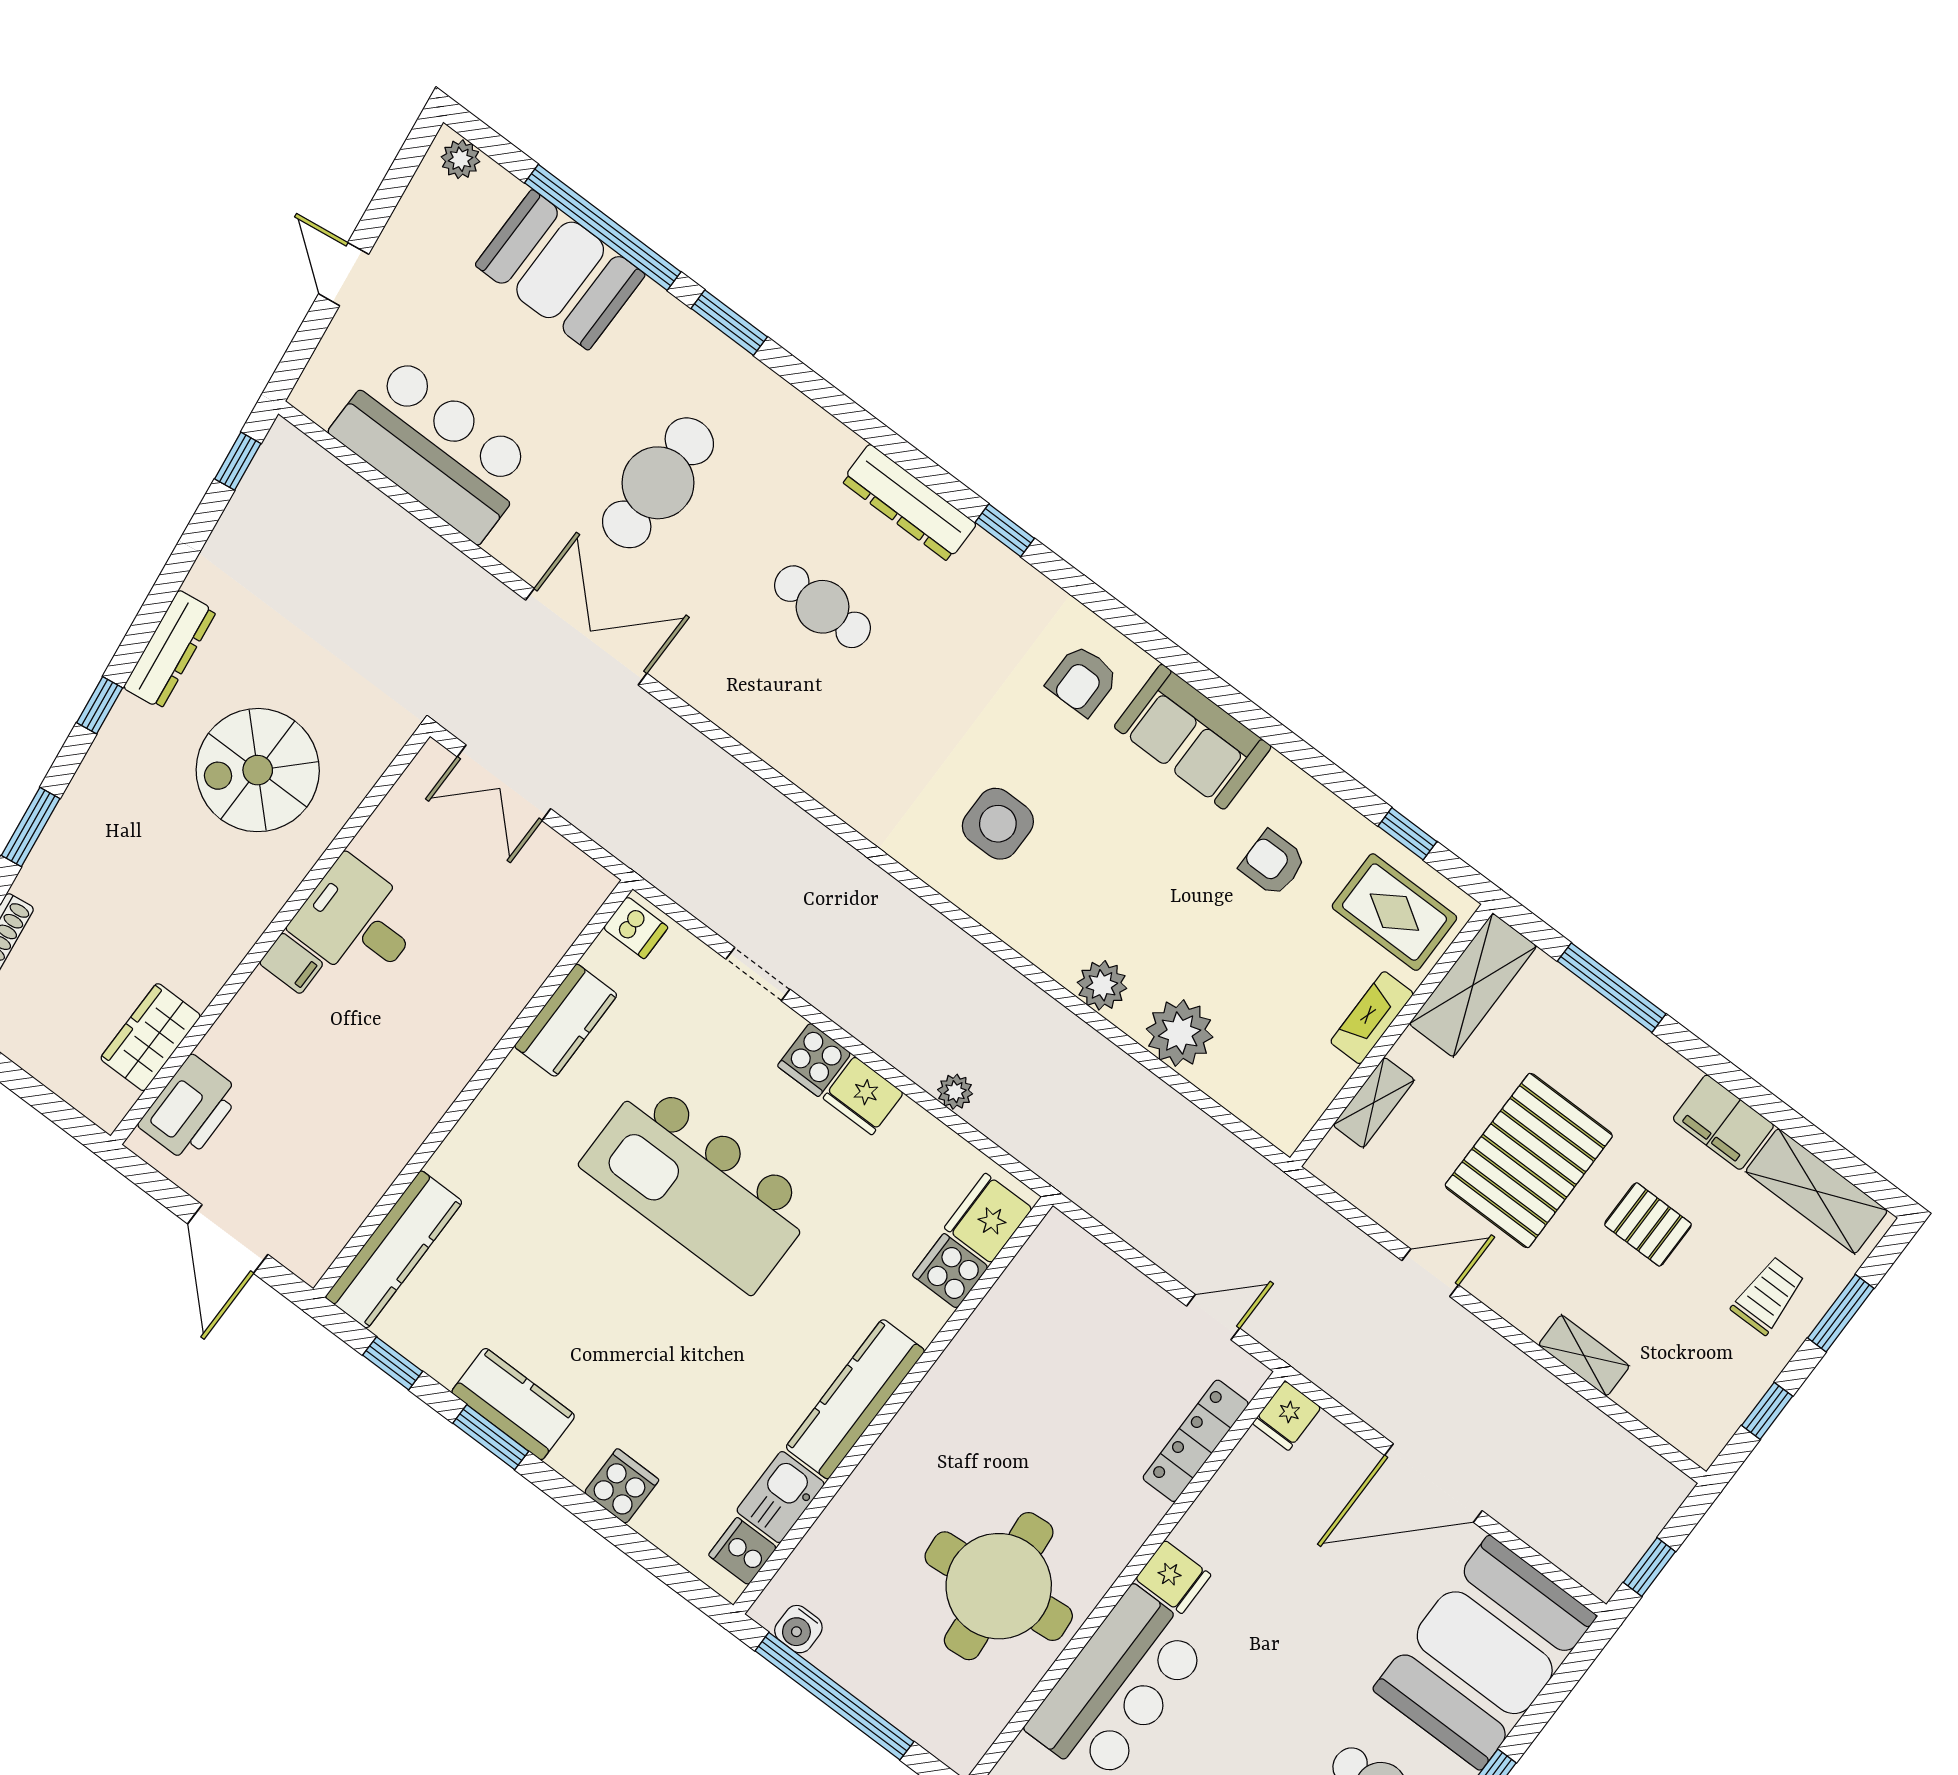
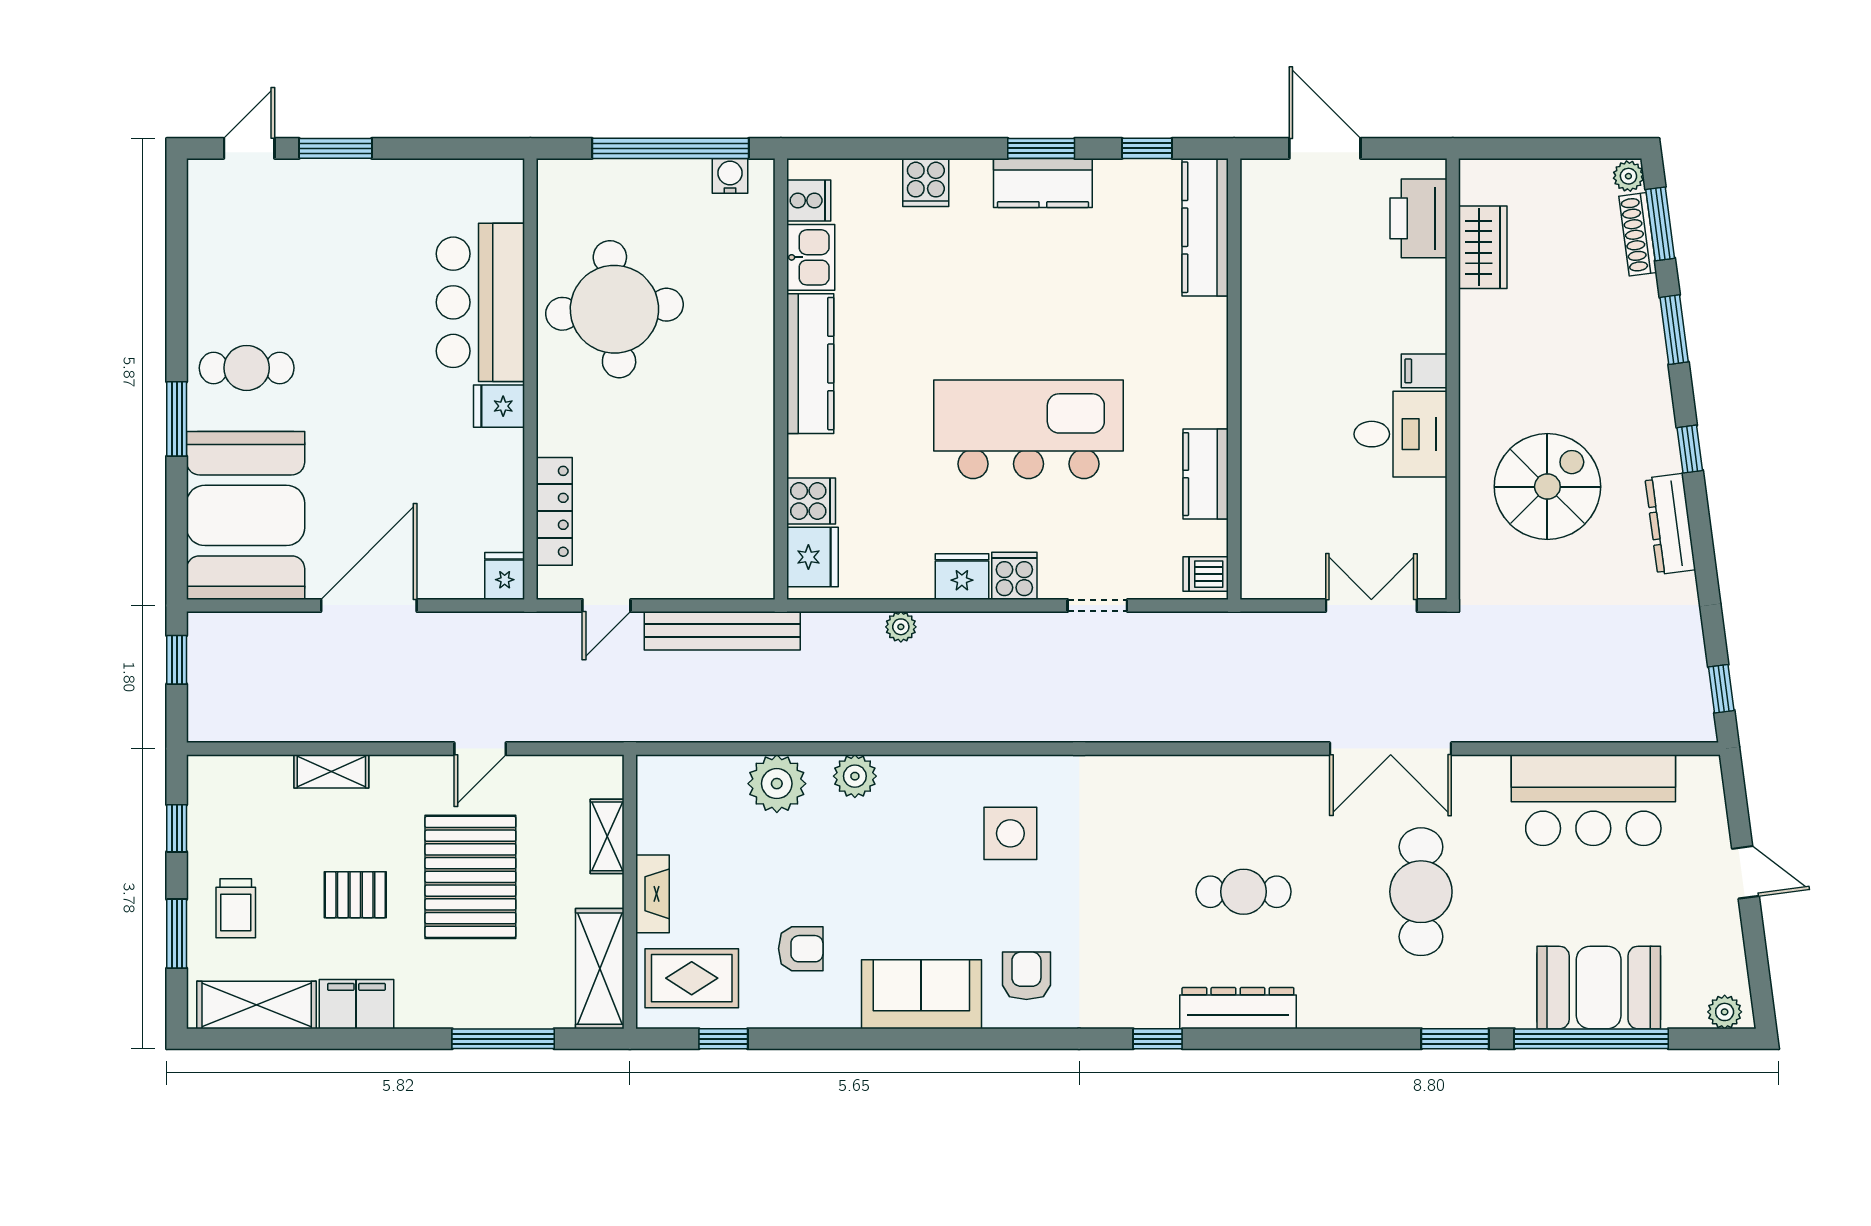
bench: (1123, 1213) -> (722, 631), added

